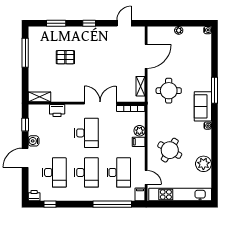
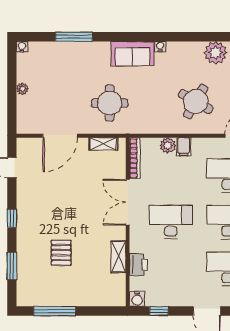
door: (146, 56) -> (60, 136), swing flipped
window: (214, 90) -> (74, 37), moved
shelving: (39, 97) -> (119, 257), moved
water cooler: (34, 141) -> (137, 299), moved

